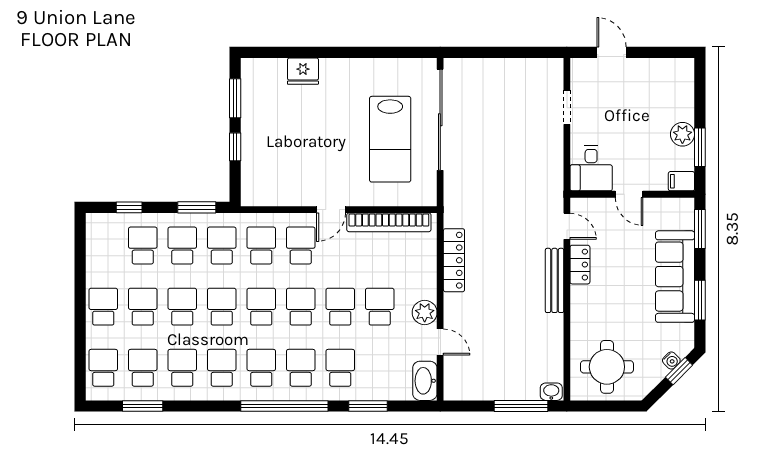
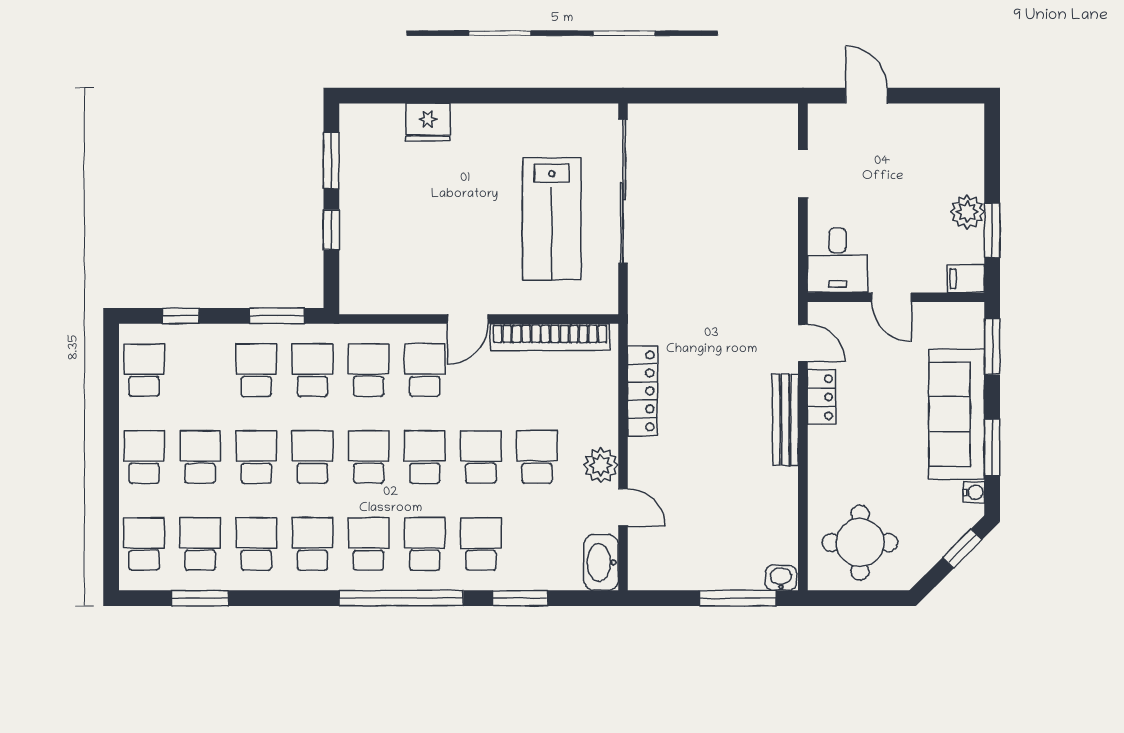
school desk: (143, 246) -> (144, 370), moved
water cooler: (671, 361) -> (974, 492), moved, turned -45

